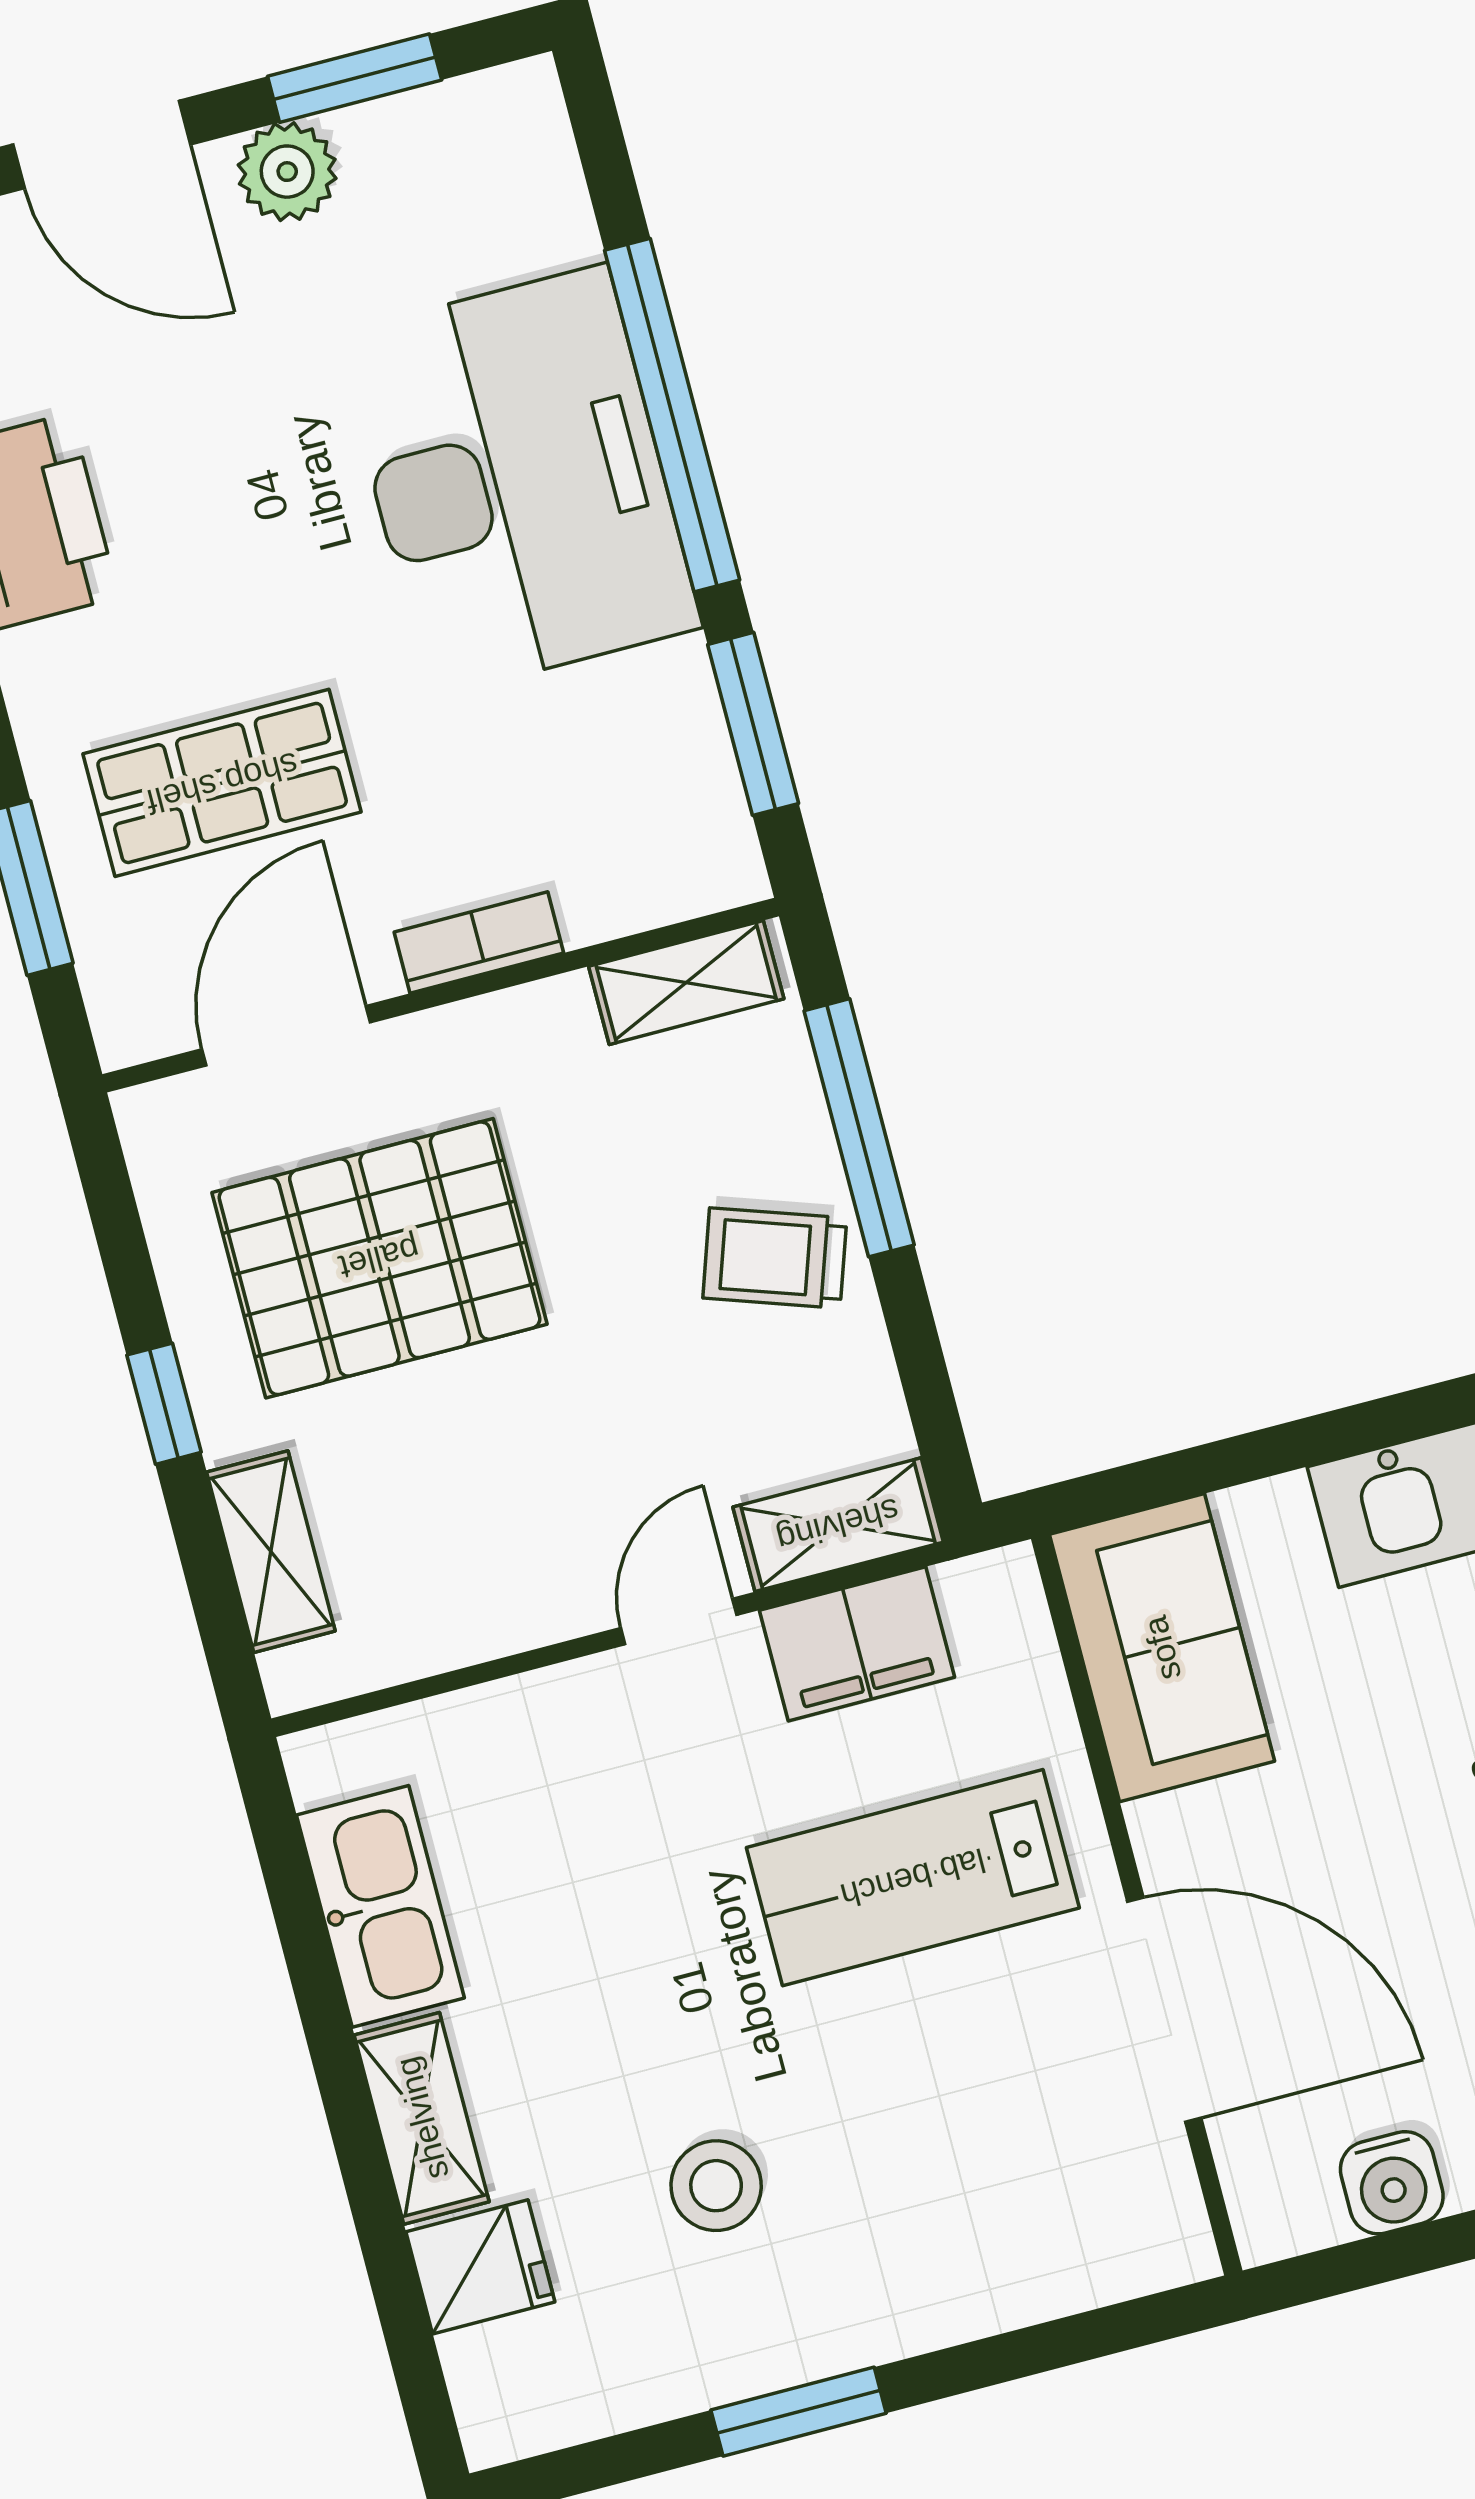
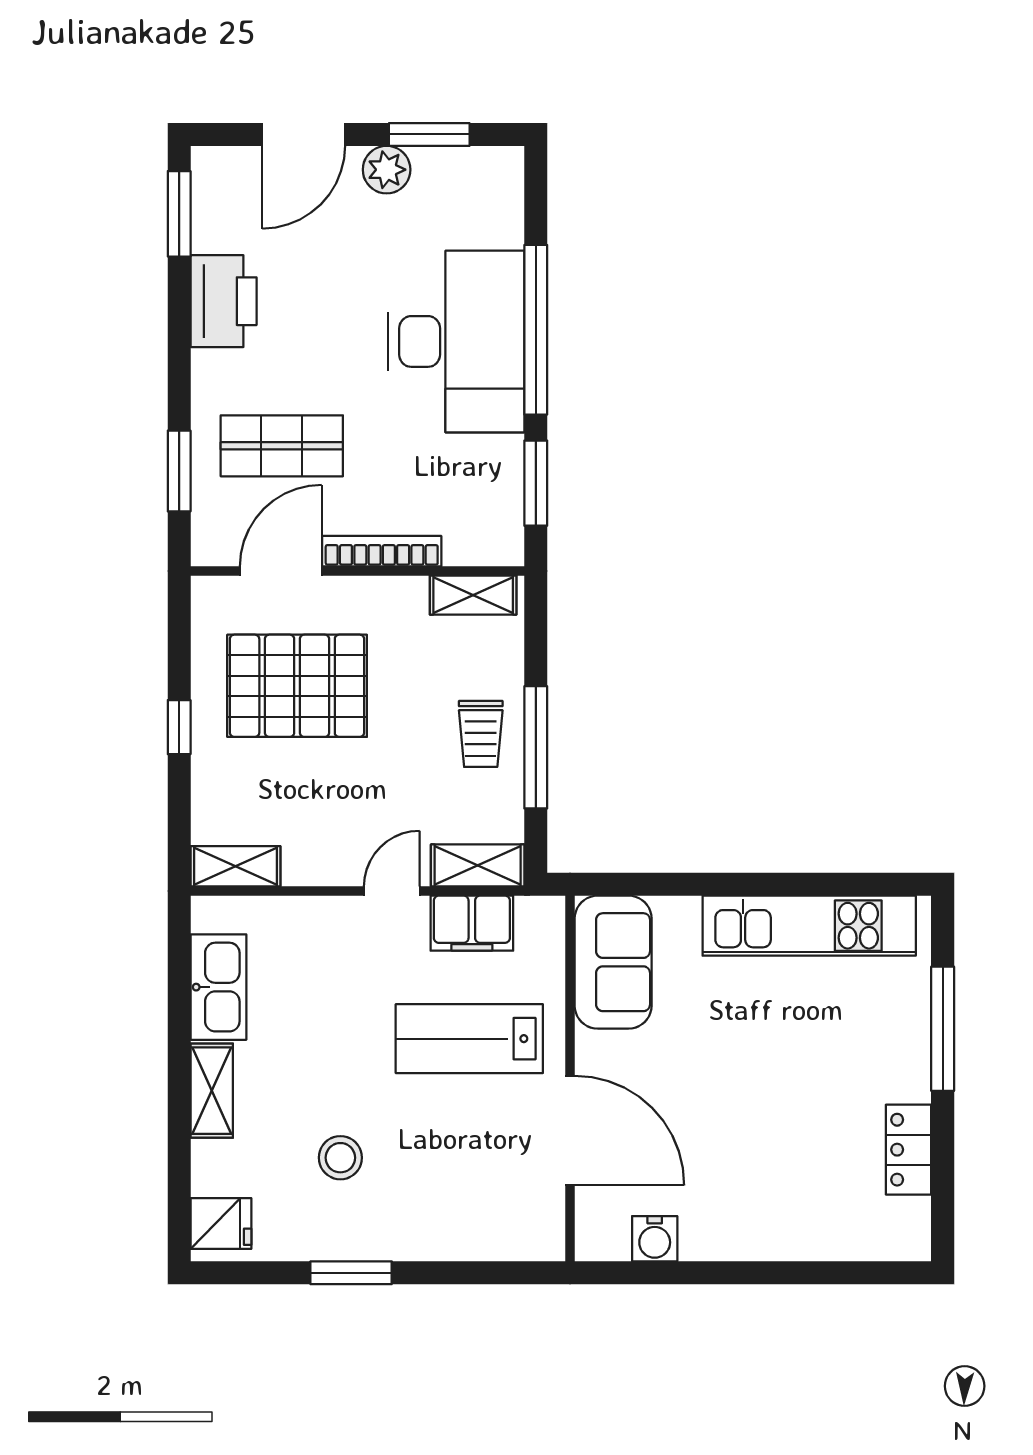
door: (102, 144) -> (304, 134), hinge flipped
bookcase: (479, 943) -> (382, 551), width x1.56
window: (859, 1128) -> (536, 747), moved
trolley: (775, 1258) -> (481, 734), turned -109
shelving: (271, 1552) -> (235, 866), moved, turned 90
fridge: (480, 2267) -> (221, 1224), moved

